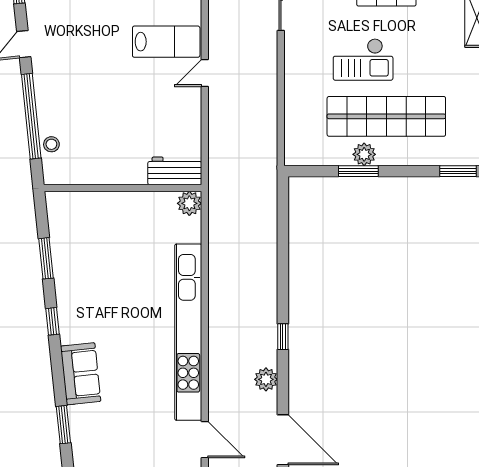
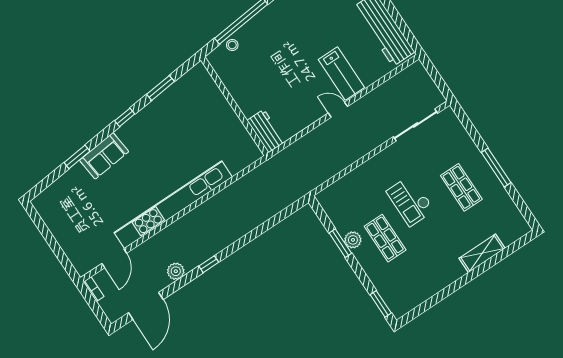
shop shelf: (386, 116) -> (385, 238), width x0.50, depth x0.74
plant: (189, 203) -> (252, 153), removed
window: (63, 425) -> (77, 157), moved

